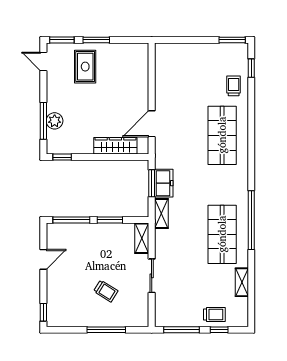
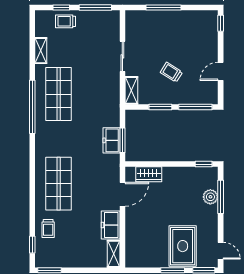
rug: (85, 67) -> (183, 246), width x1.36, depth x1.43
freezer: (165, 90) -> (111, 225), added
wardrobe: (115, 146) -> (149, 174), width x0.67
shelving: (161, 213) -> (114, 254), moved
trolley: (106, 291) -> (171, 72), moved

